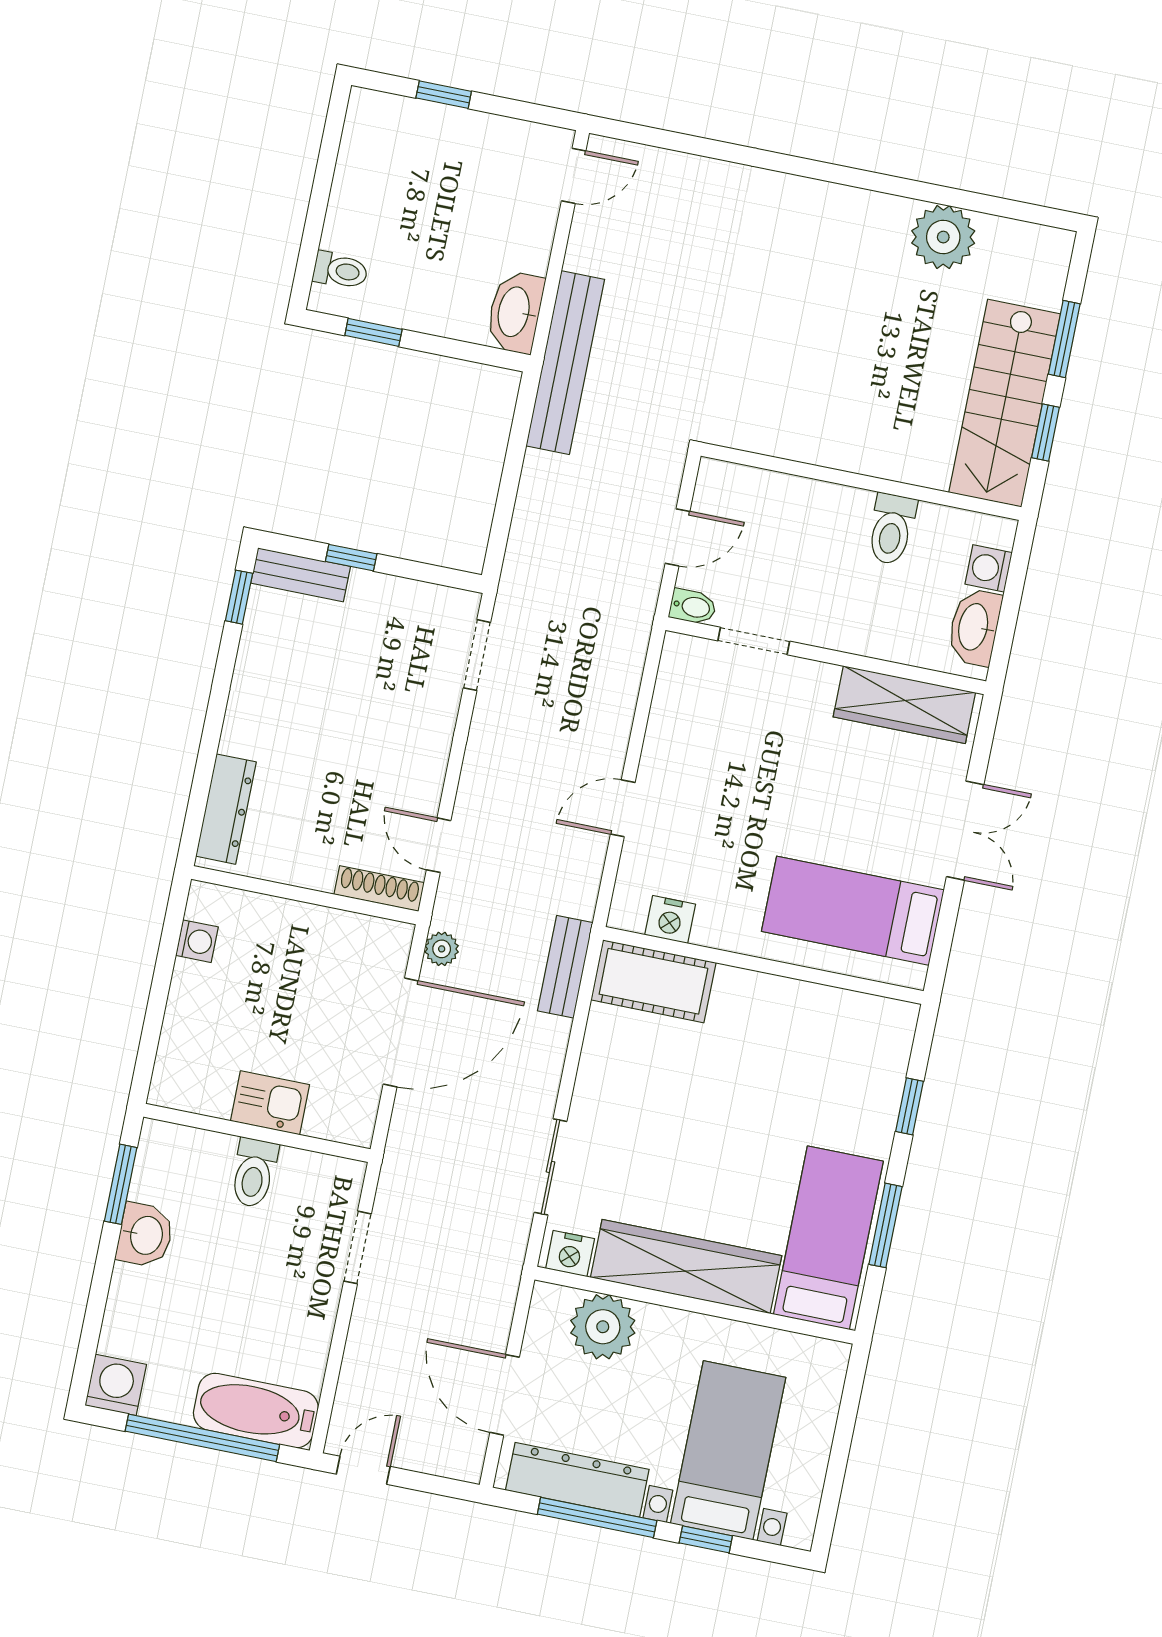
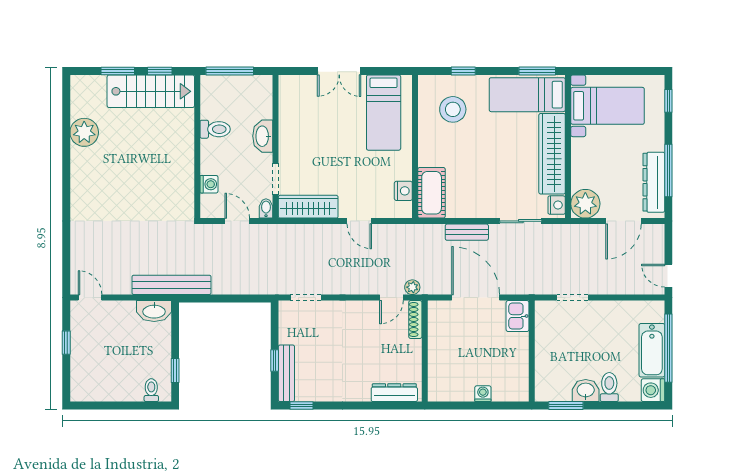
window: (444, 95) -> (66, 343), moved
washing machine: (989, 568) -> (209, 184), moved, turned -90
bench: (301, 575) -> (286, 373), width x1.36
window: (1014, 588) -> (230, 71), added
washbasin: (974, 627) -> (263, 136), moved, turned 90
wardrobe: (904, 705) -> (308, 207), moved, turned -90
double door: (965, 831) -> (339, 71), swing flipped
washing machine: (197, 941) -> (483, 394), moved
plant: (442, 949) -> (412, 287), moved
bench: (565, 967) -> (467, 232), moved
stool: (829, 1066) -> (453, 109), added
kitchen sink: (270, 1103) -> (518, 316), moved
toilet: (254, 1173) -> (609, 387), moved, turned -90
window: (886, 1225) -> (537, 71), moved
plant: (603, 1327) -> (585, 204), moved
bathtub: (256, 1411) -> (652, 350), moved
bed with nightstands: (728, 1450) -> (608, 106), moved, turned 180
window: (706, 1539) -> (668, 101), moved

